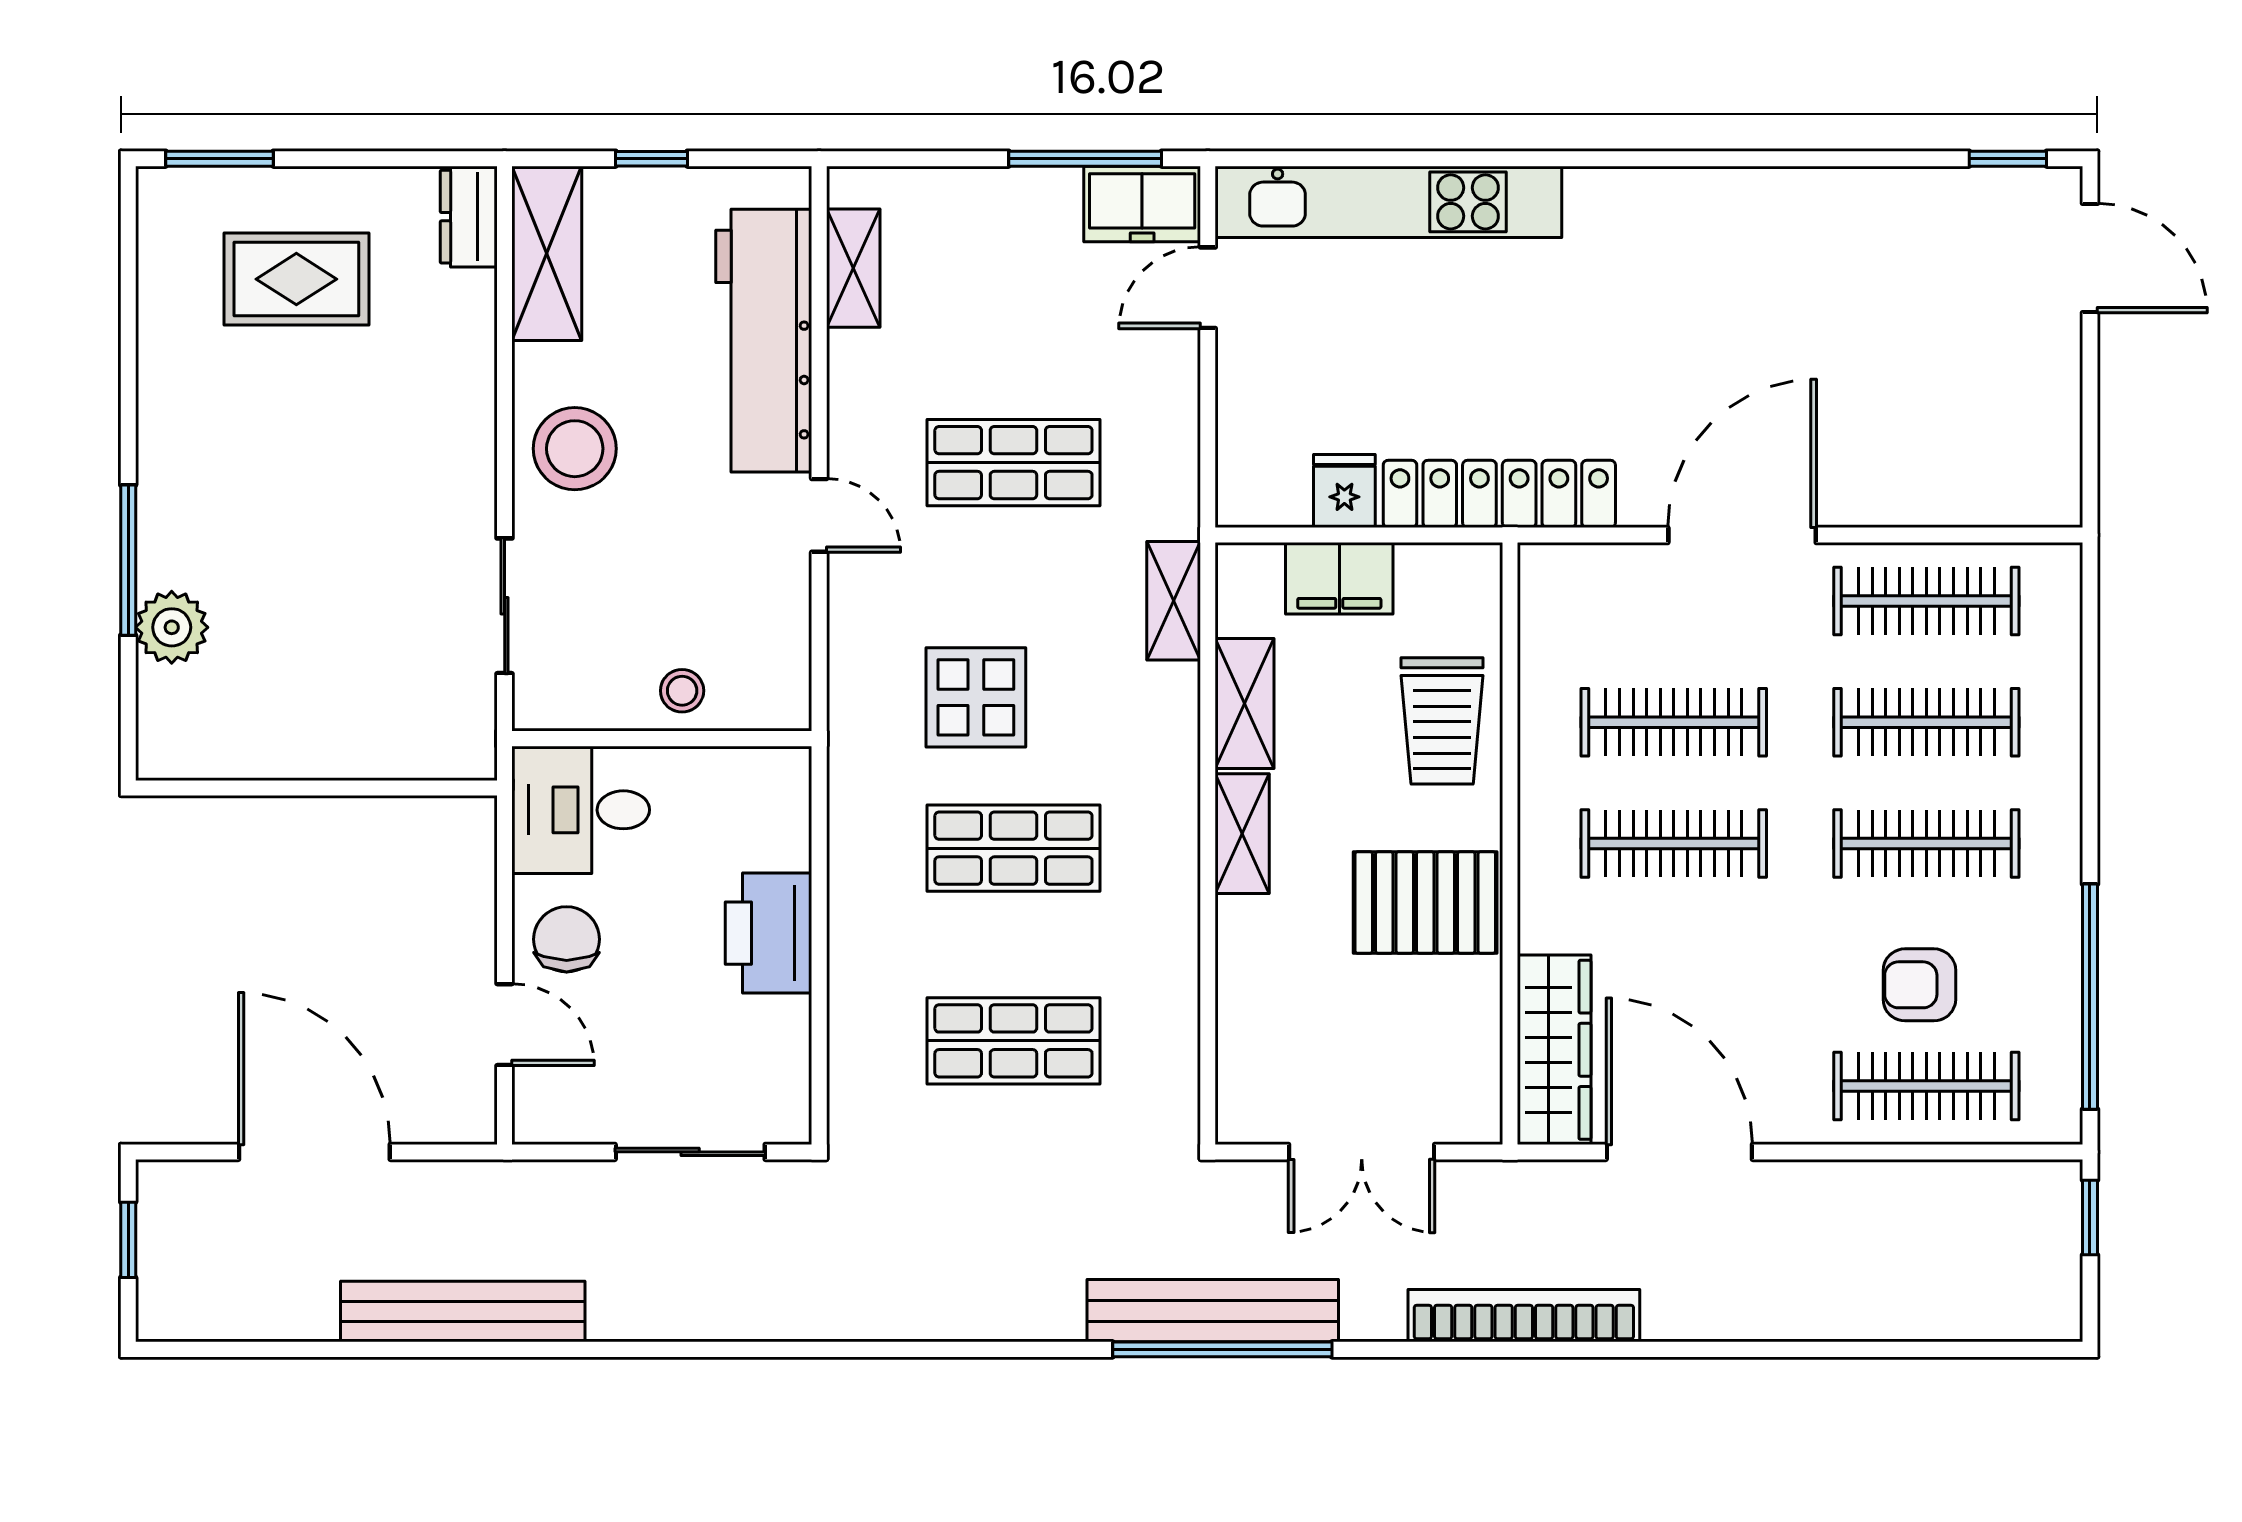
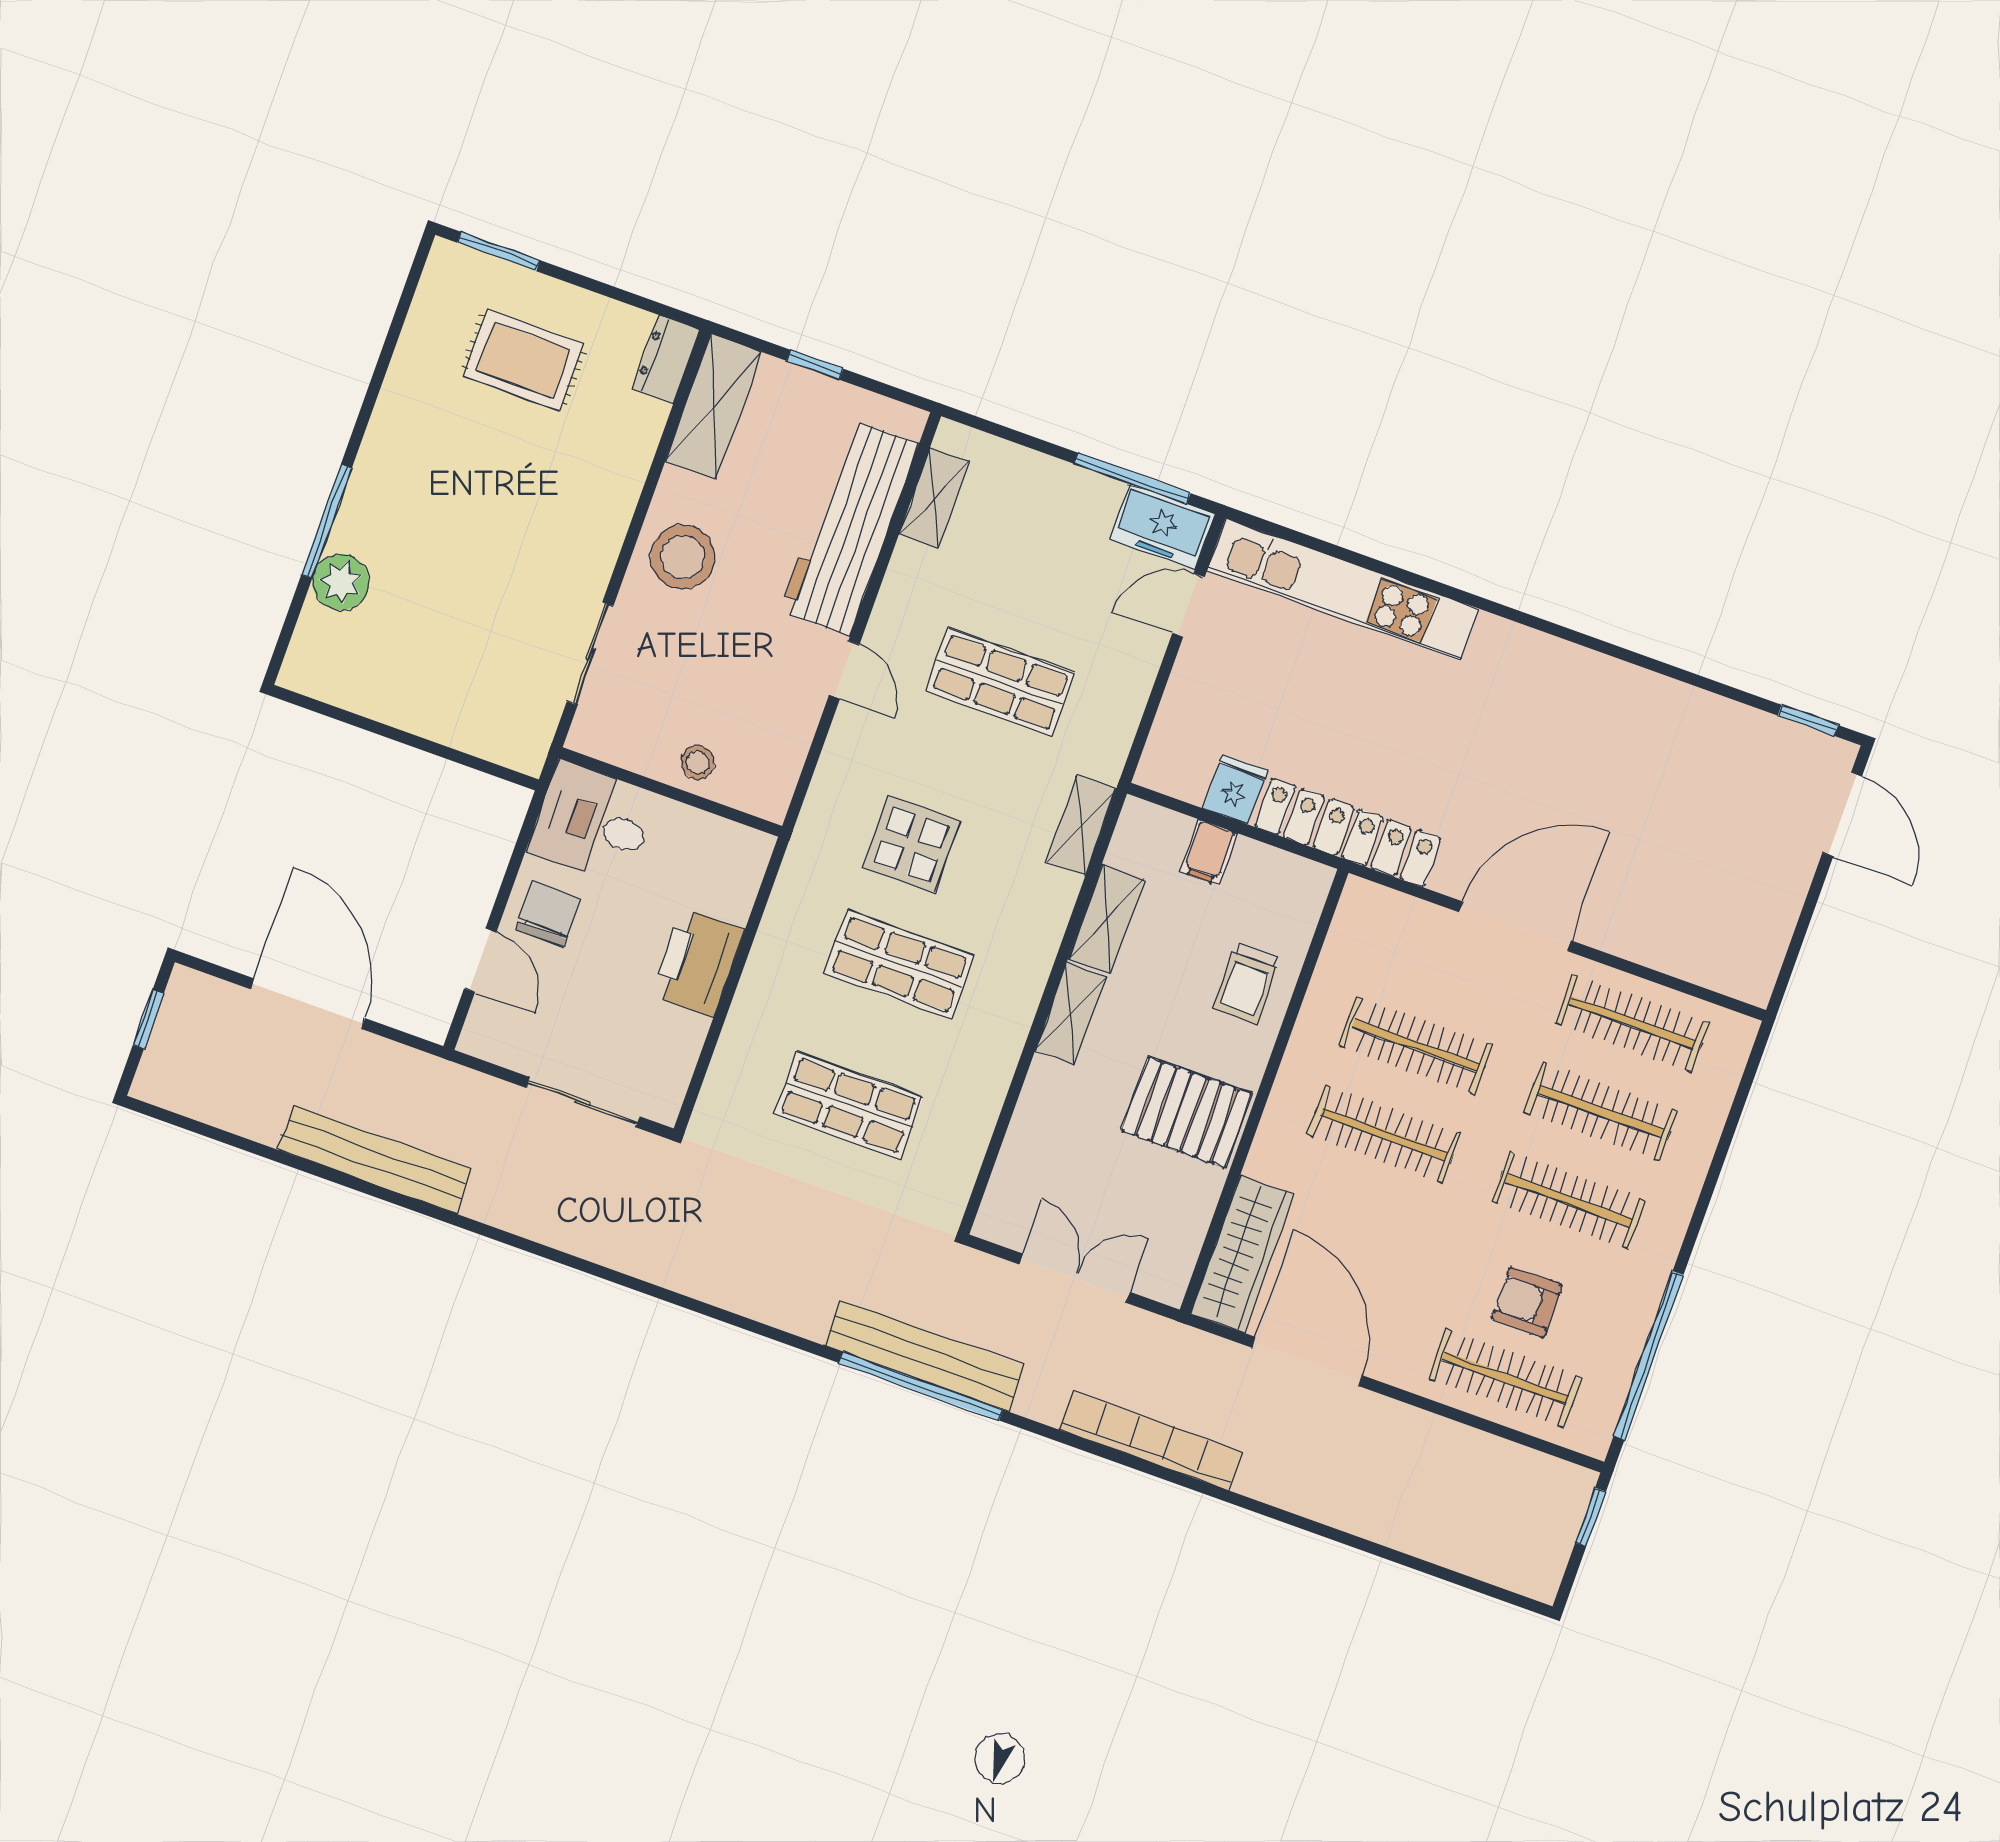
filing cabinet: (1339, 578) -> (1209, 852), width x0.50
trolley: (1442, 721) -> (1246, 984), width x0.73, depth x0.72
double door: (1362, 1152) -> (1074, 1278), swing flipped

